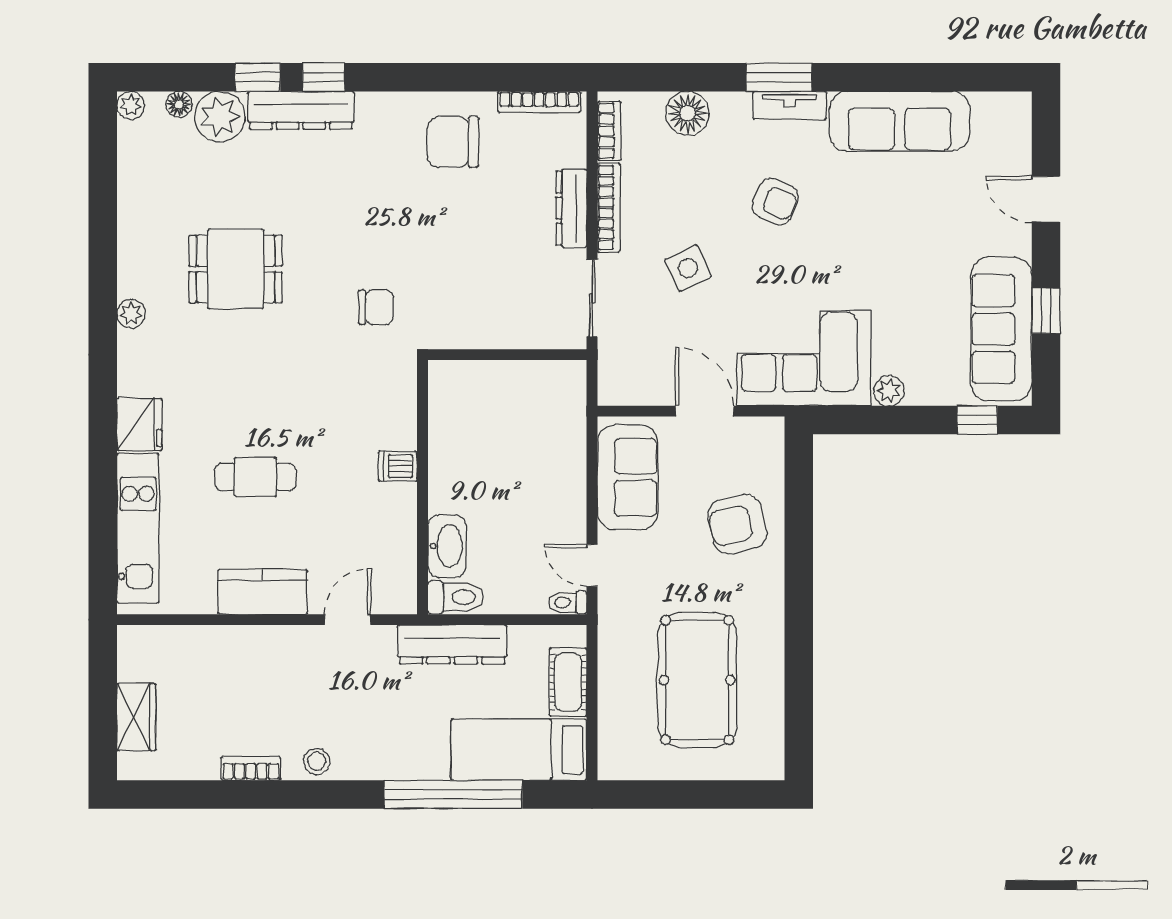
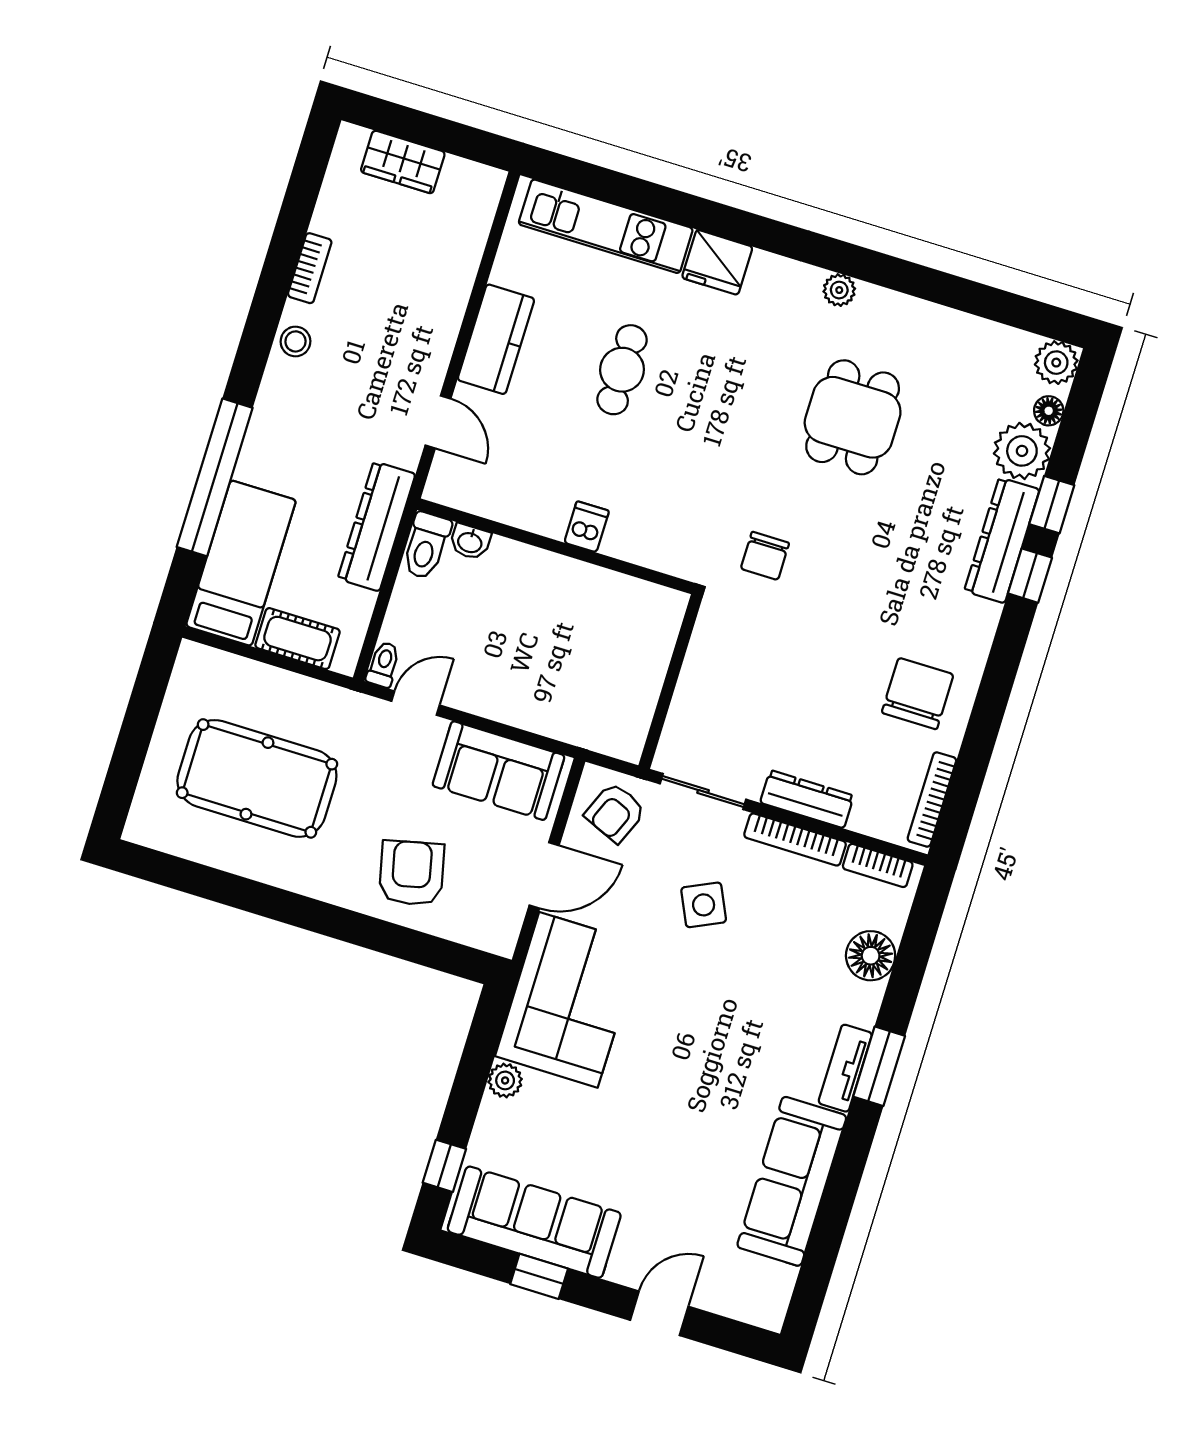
plant: (131, 105) -> (1056, 363), width x1.38, depth x1.38
armchair: (775, 202) -> (615, 813), moved
washbasin: (447, 546) -> (470, 542), width x0.52, depth x0.69

